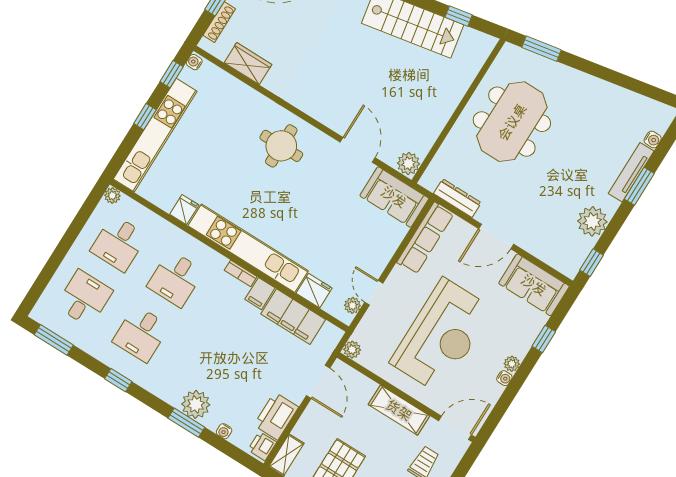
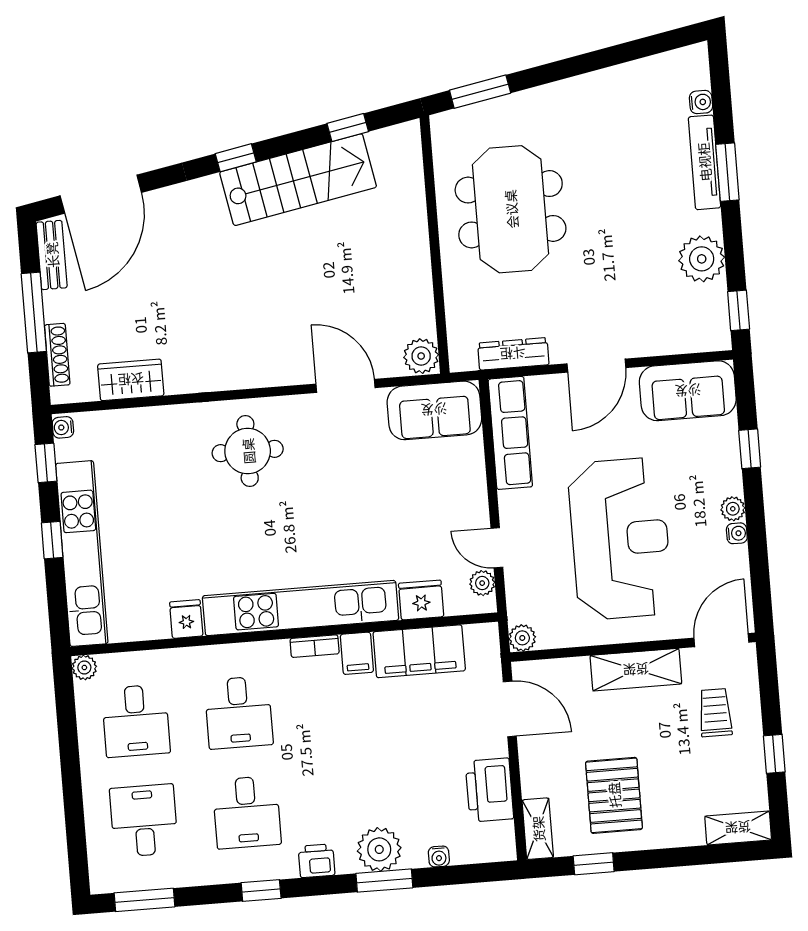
printer: (262, 446) -> (317, 861), moved, turned 90

